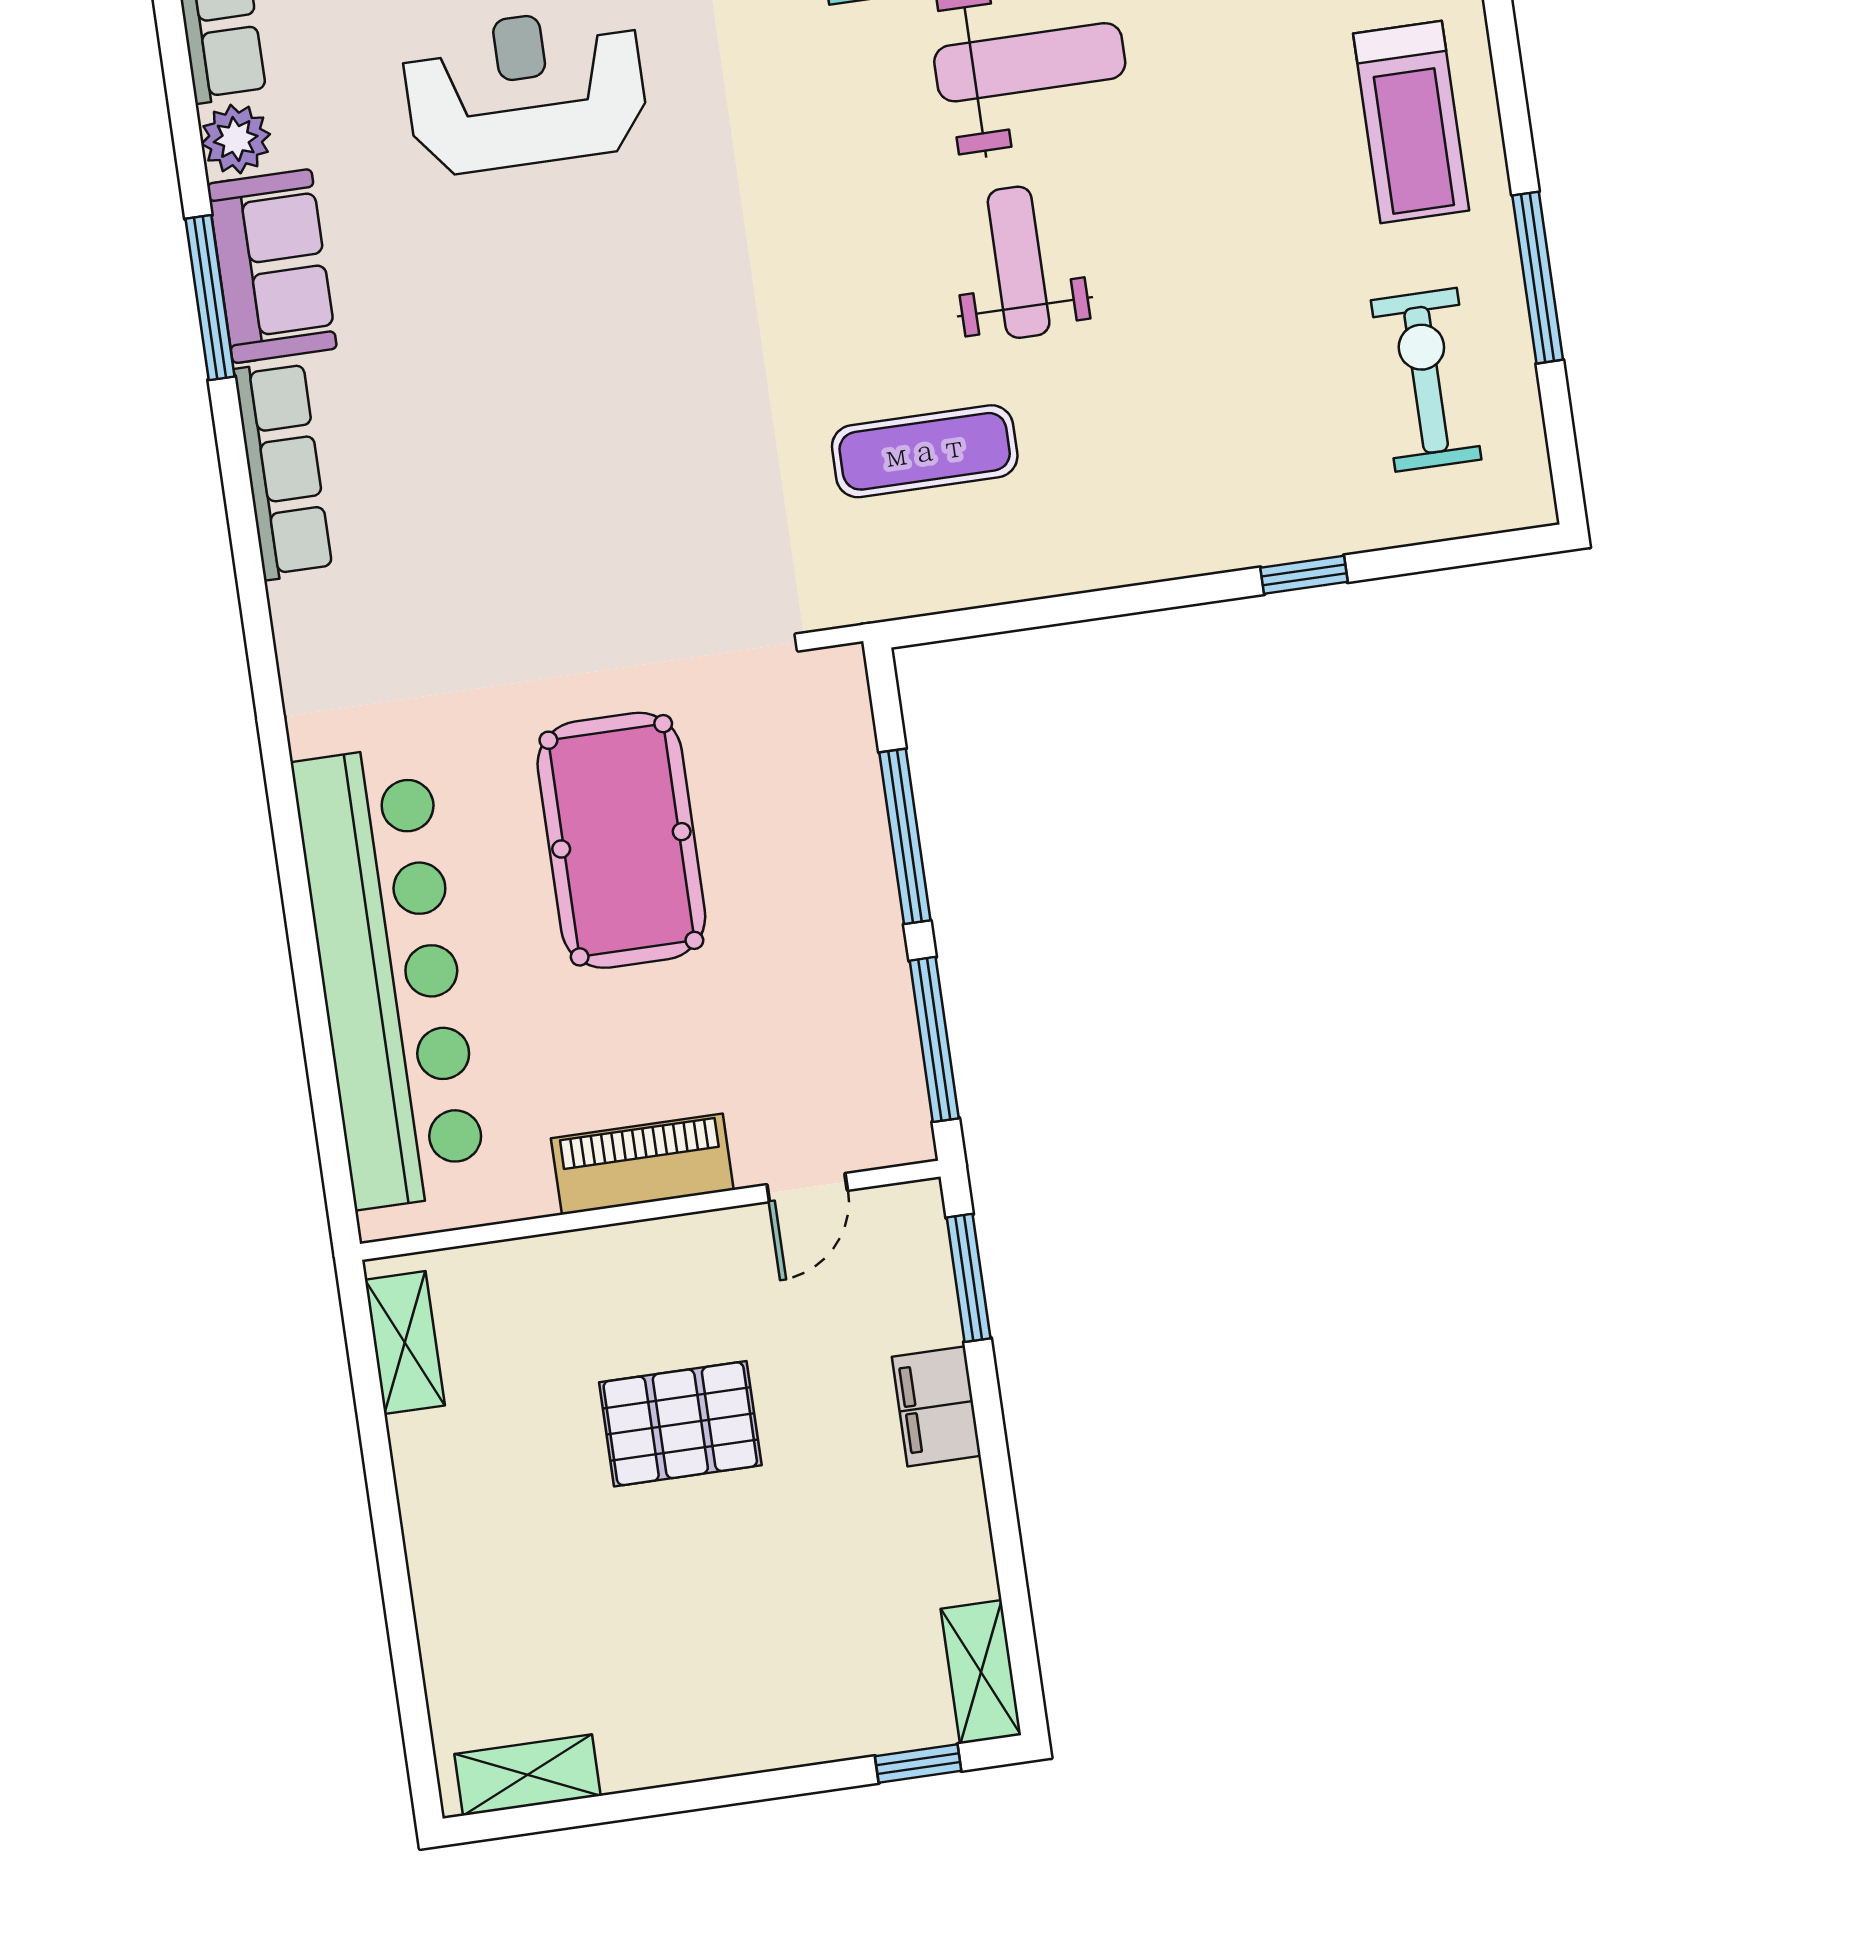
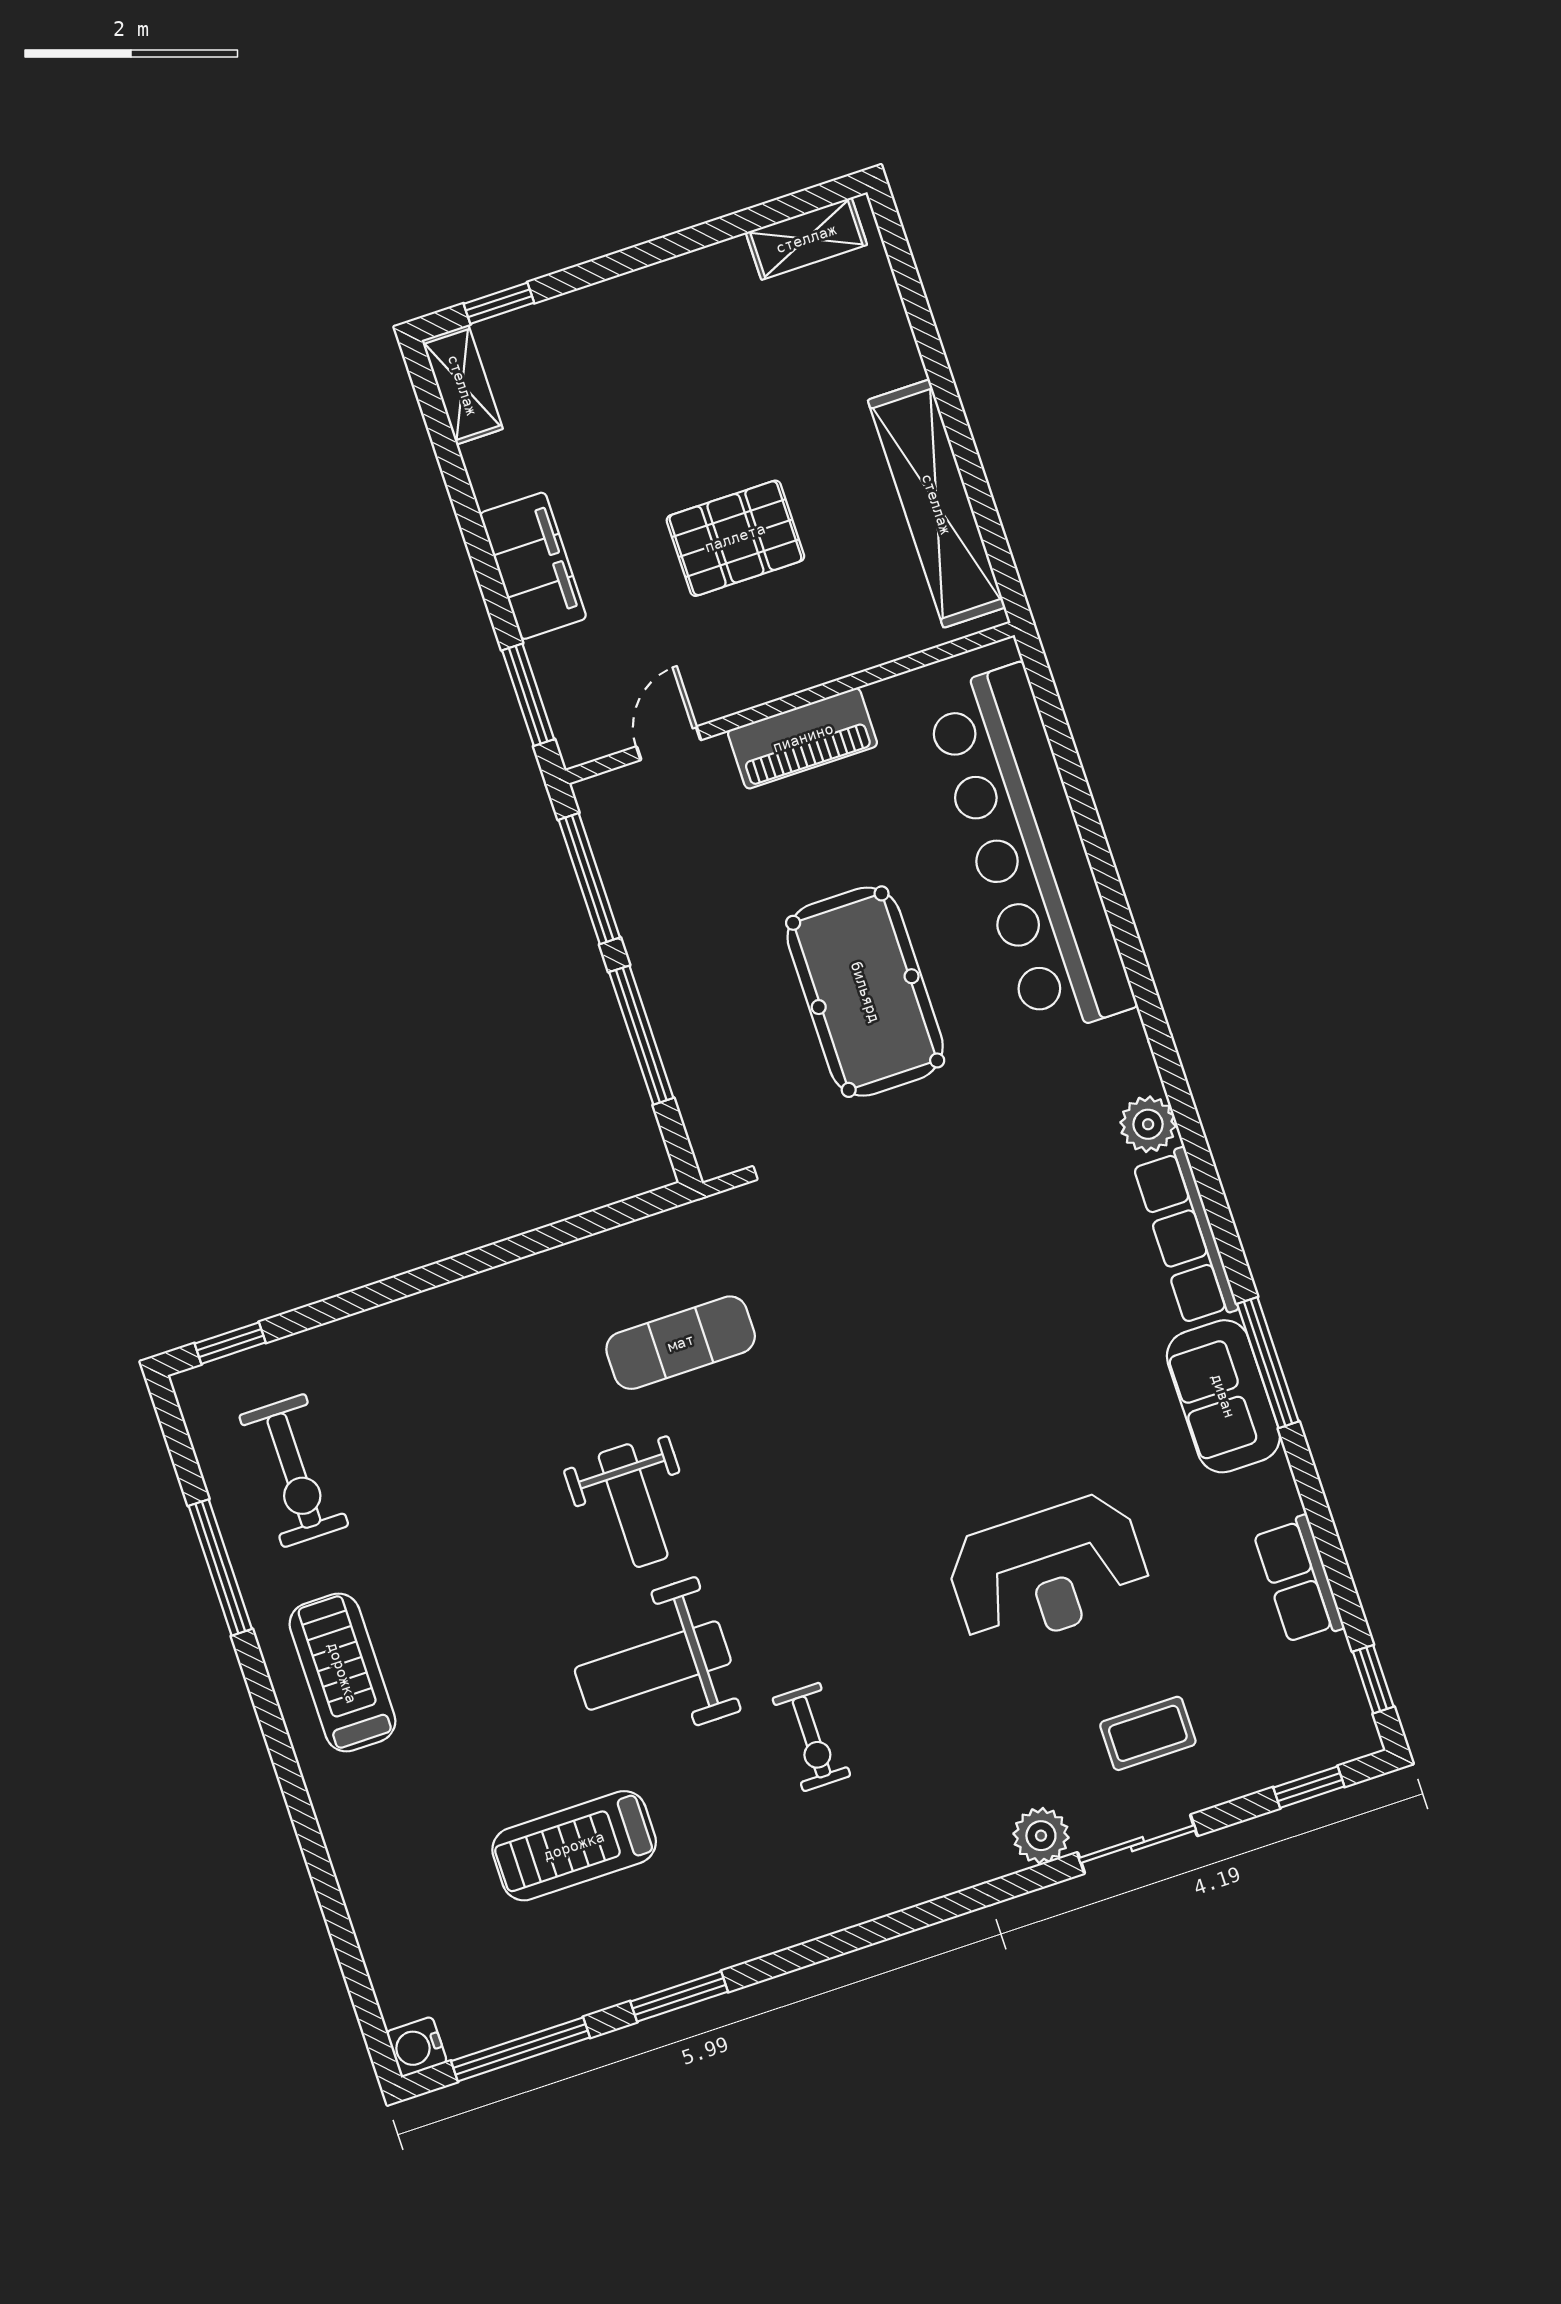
plant: (236, 139) -> (1148, 1124), moved
window: (1304, 575) -> (230, 1343), moved
shelving: (405, 1343) -> (936, 504), width x2.20, depth x1.33
filing cabinet: (936, 1406) -> (533, 566), width x1.50, depth x1.17

